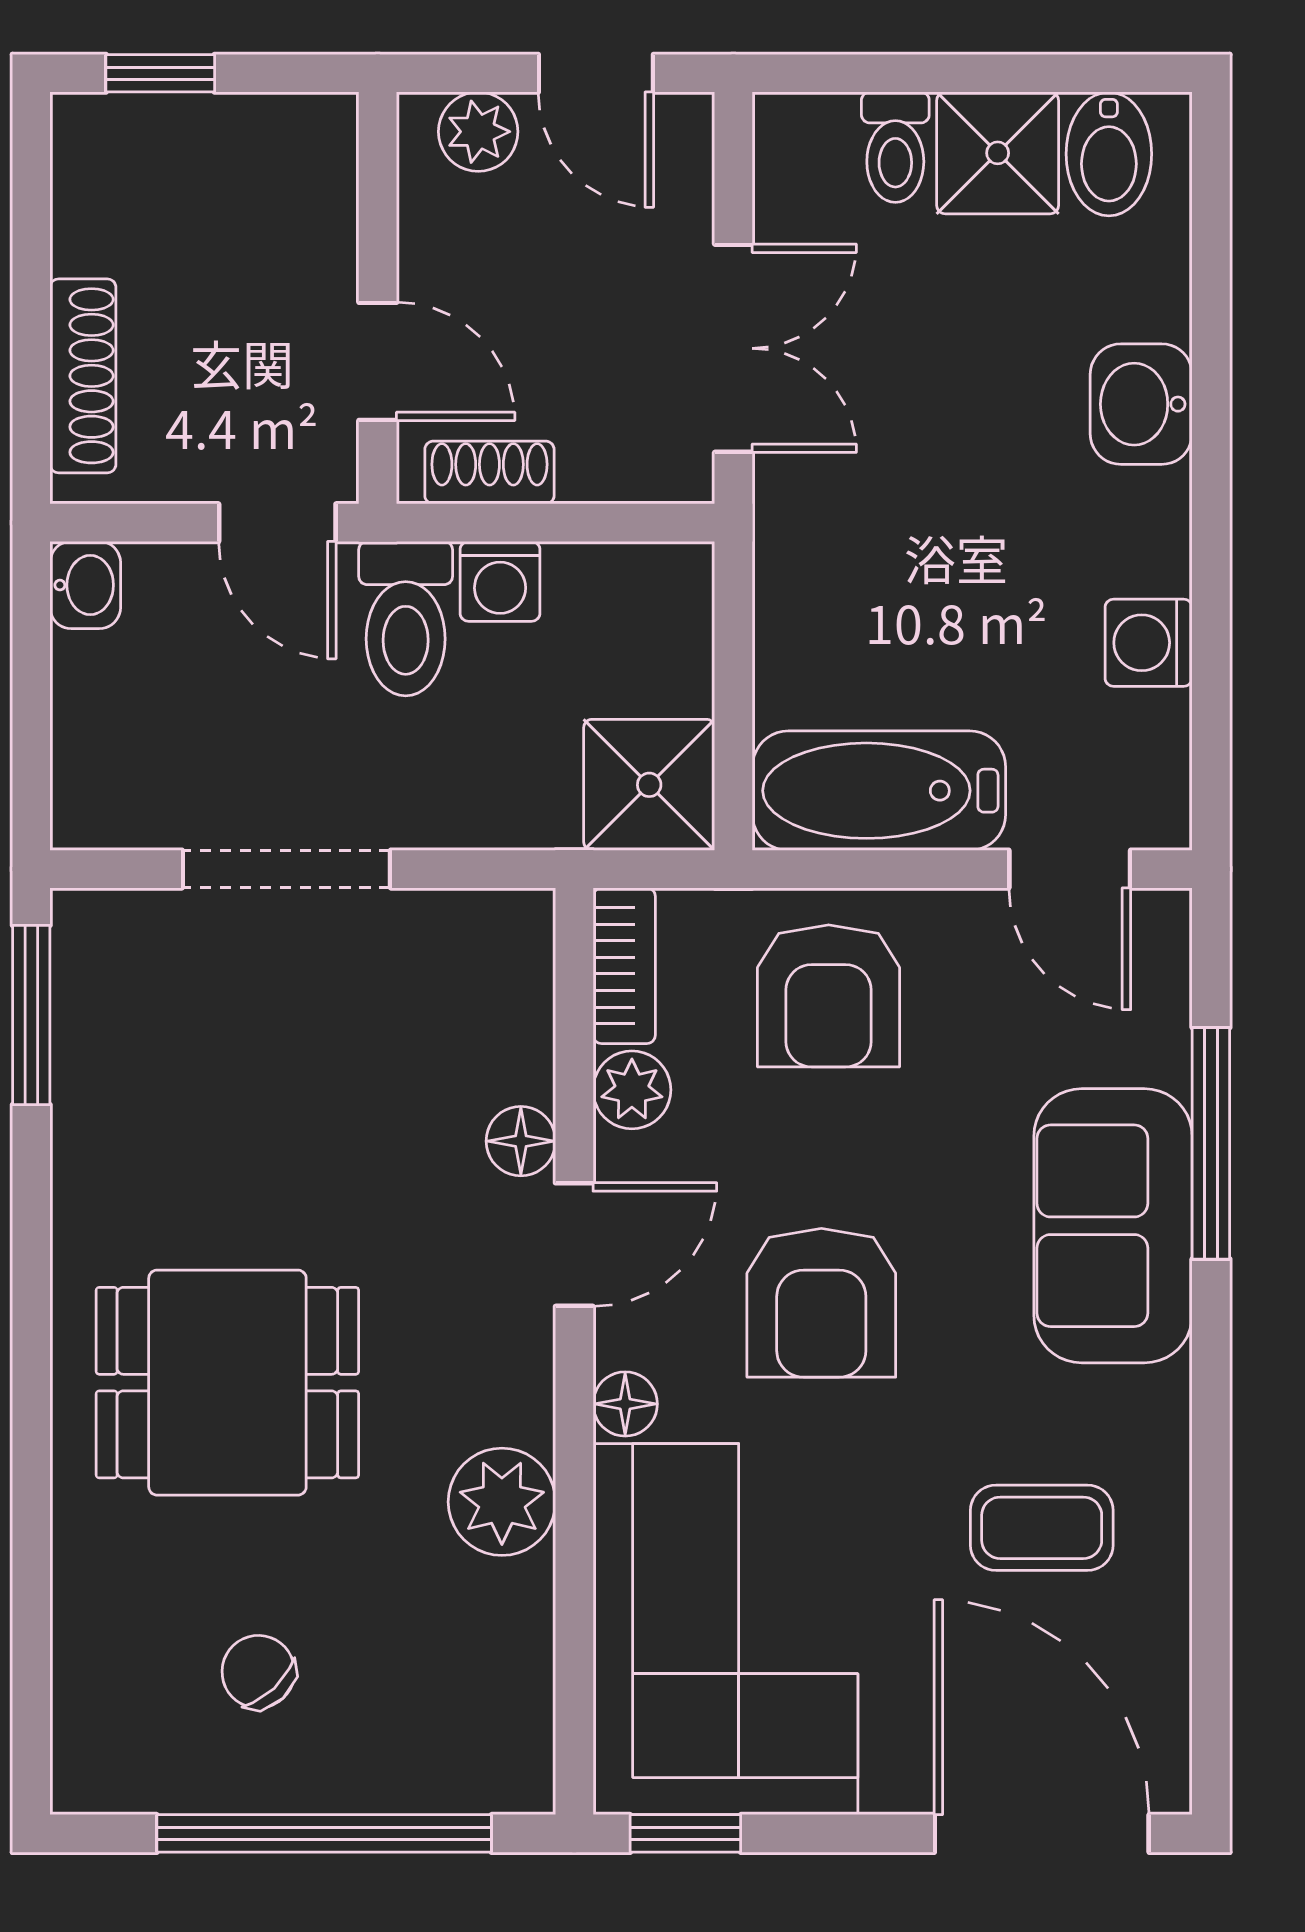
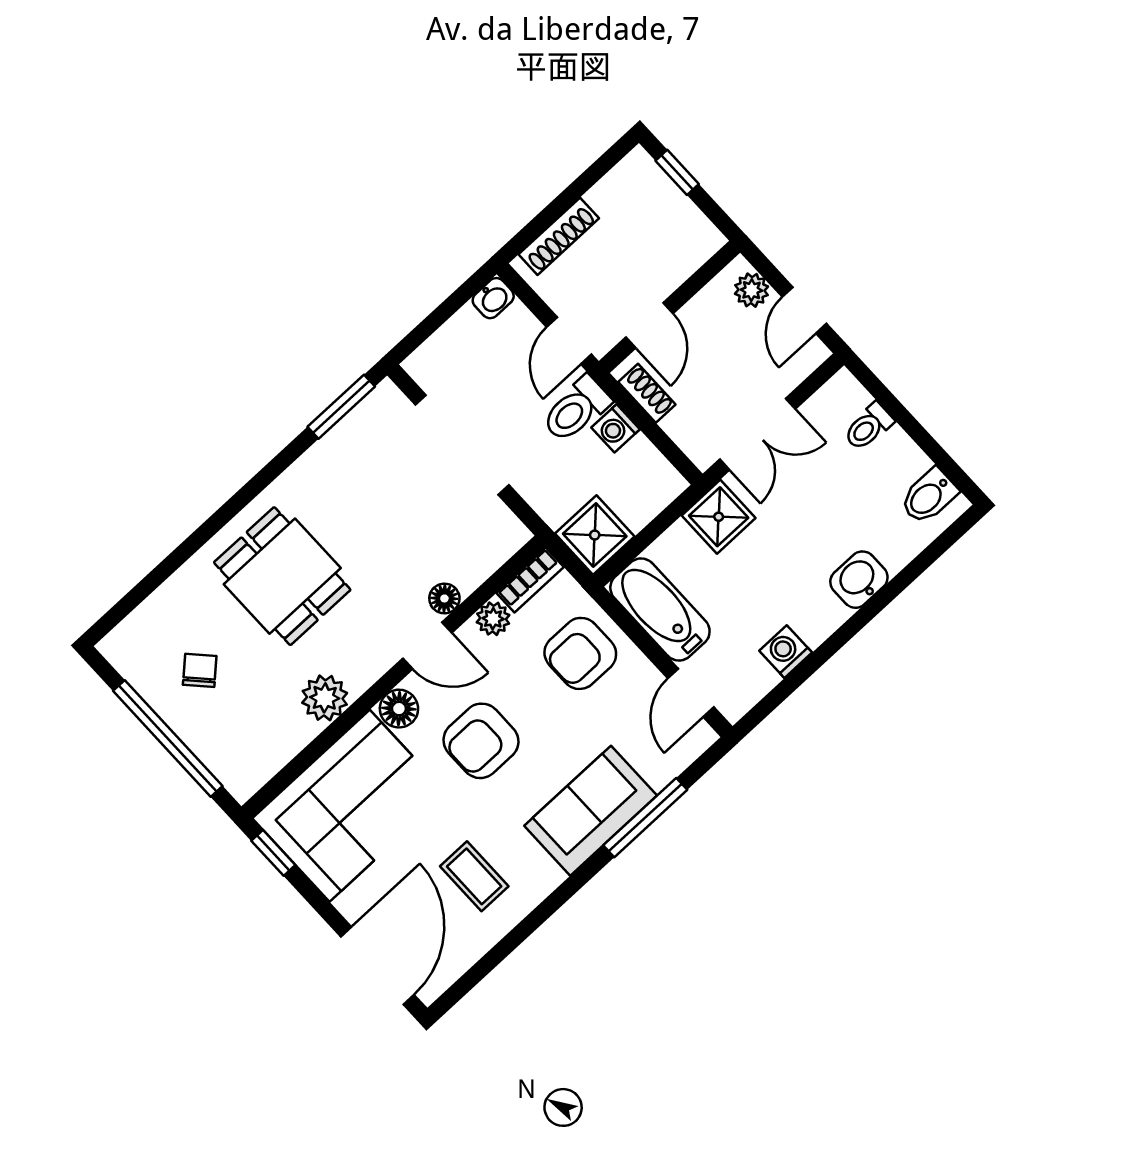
shower: (998, 153) -> (719, 517), moved
doorway: (286, 869) -> (462, 445), width x1.36
floor lamp: (625, 1404) -> (399, 709), width x1.37, depth x1.37

